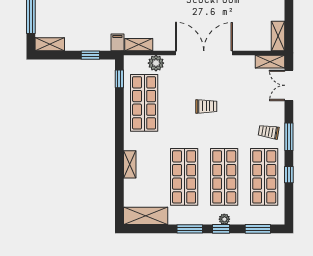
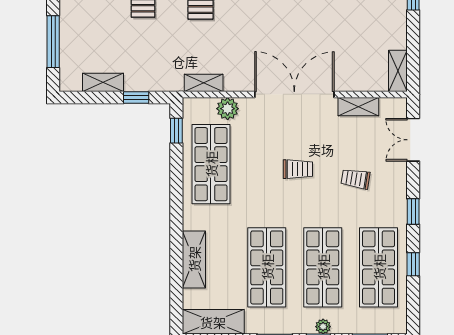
filing cabinet: (117, 42) -> (174, 80), removed
shelving: (50, 44) -> (103, 82), moved
shelving: (270, 62) -> (358, 107), moved
trolley: (269, 132) -> (355, 179), moved
window: (289, 137) -> (413, 211), width x0.67
shelving: (130, 164) -> (194, 259), width x1.50, depth x1.33

